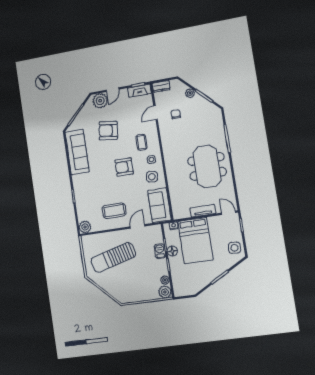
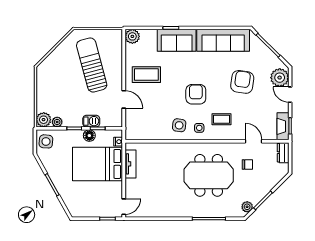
plant: (190, 93) -> (247, 207), moved
meeting table: (207, 166) -> (209, 175), moved
sofa: (159, 205) -> (177, 40), moved, turned 180
coffee table: (114, 211) -> (146, 75), turned 90
tv unit: (203, 211) -> (130, 164), moved
side table: (234, 248) -> (46, 141), moved

